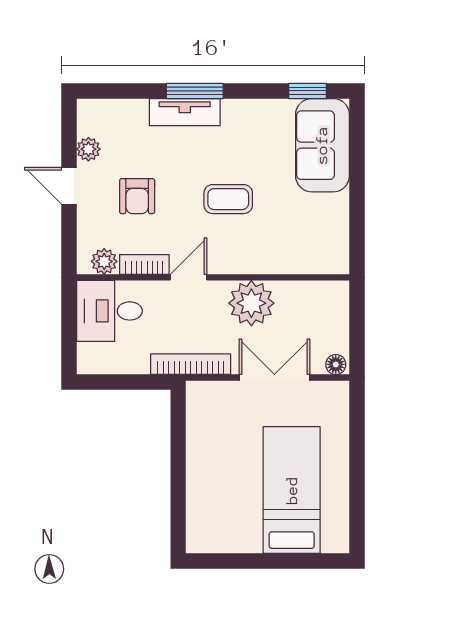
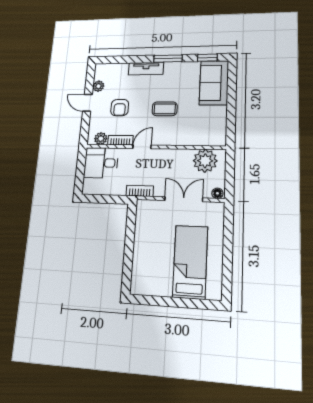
window: (195, 91) -> (168, 59), moved
plant: (251, 303) -> (205, 161), moved
bookcase: (191, 364) -> (140, 191), width x0.64

